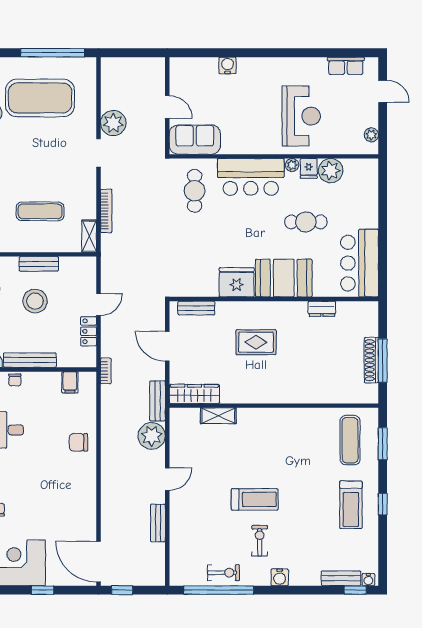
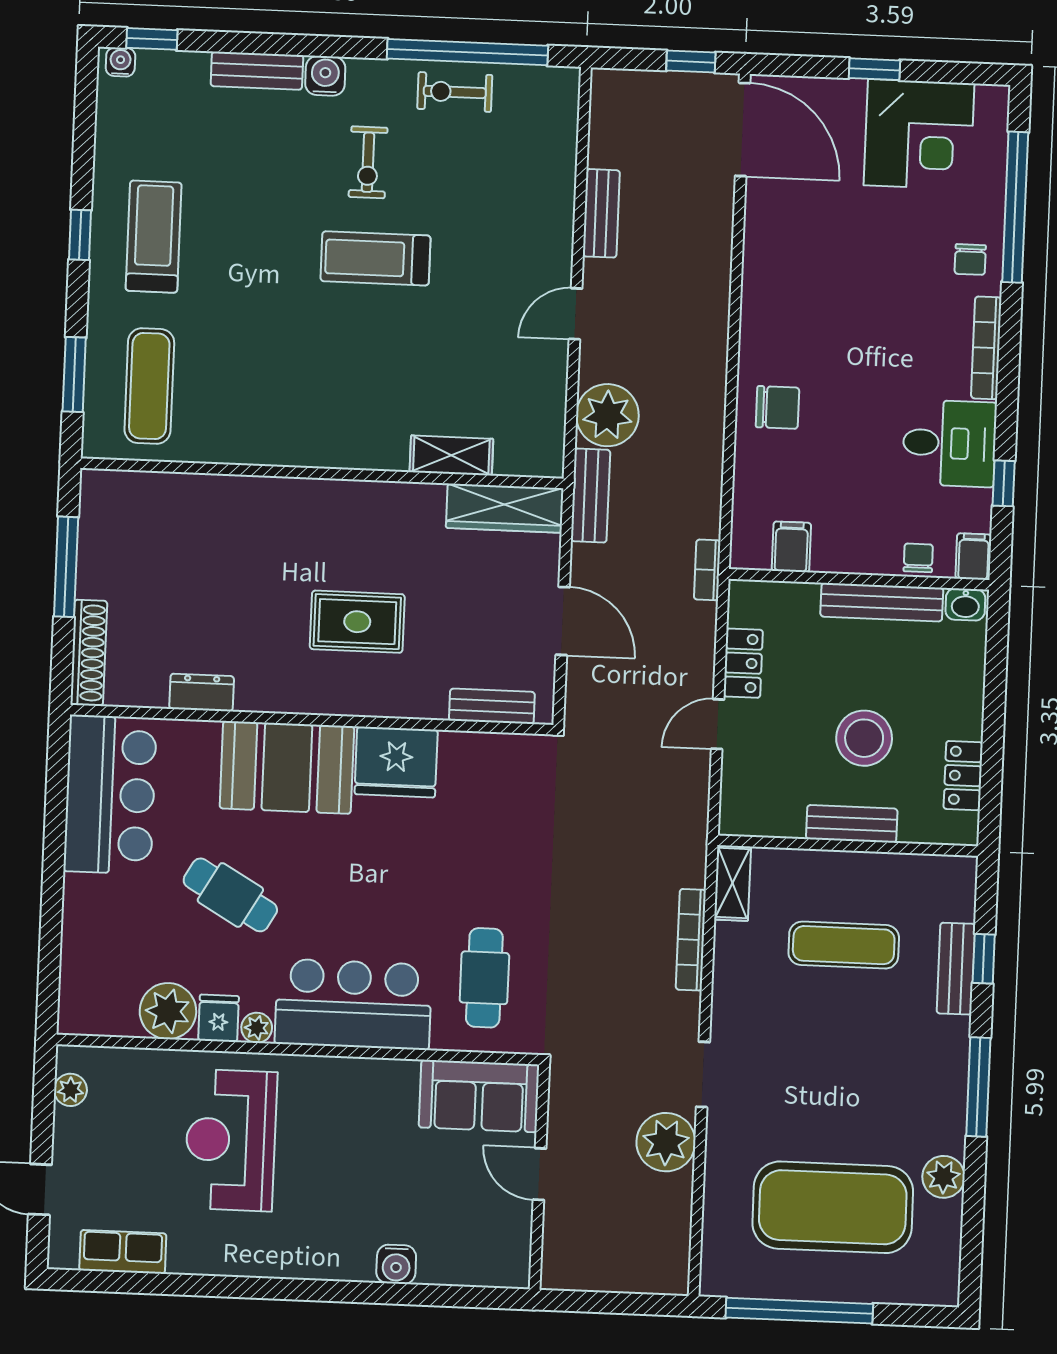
cafe table: (306, 222) -> (230, 895), turned 30
shoe rack: (371, 360) -> (89, 653), moved
bench: (341, 578) -> (257, 71), moved

